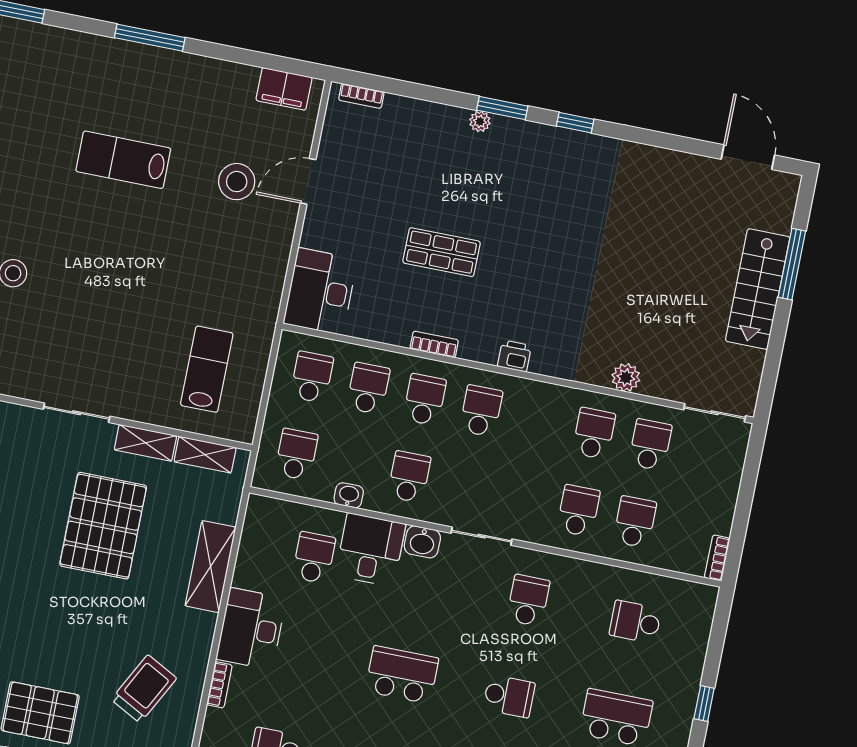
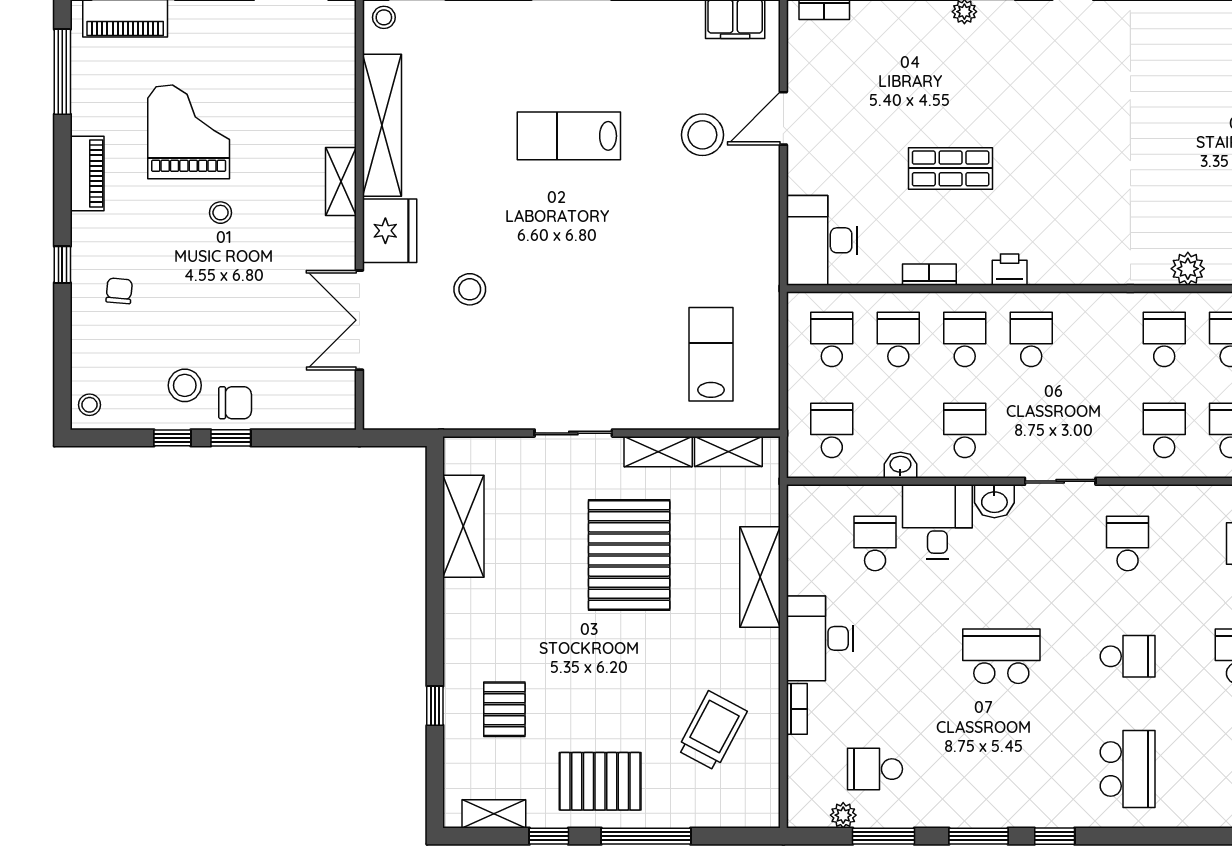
bookcase: (434, 344) -> (929, 275), moved
printer: (514, 356) -> (1010, 270), moved

